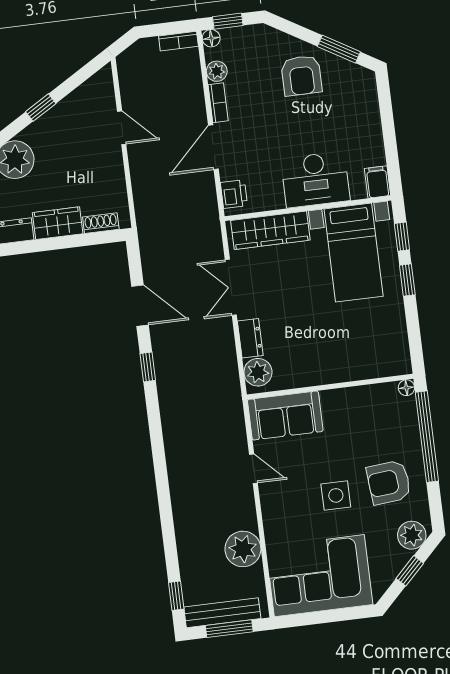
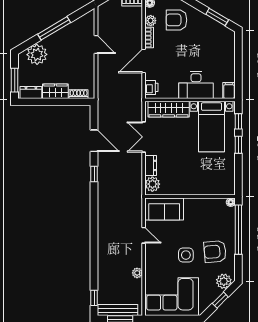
armchair: (301, 76) -> (176, 20), moved, turned 90
window: (41, 108) -> (54, 28), width x2.17
plant: (243, 549) -> (137, 273), width x0.53, depth x0.53

